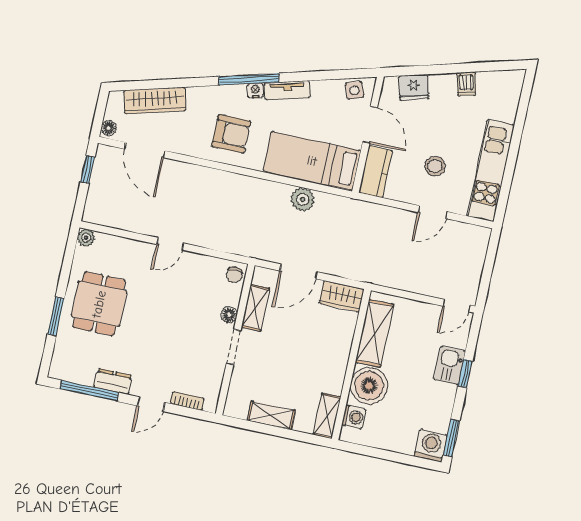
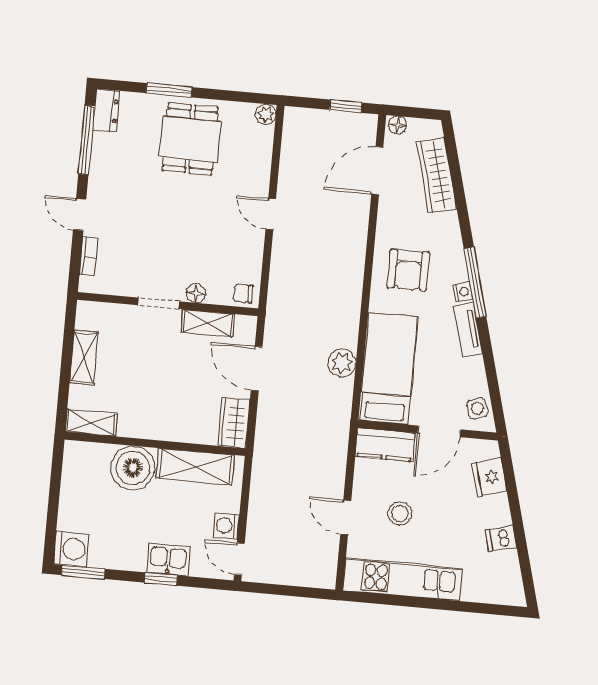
dining table: (99, 304) -> (190, 139), turned 90
dresser: (113, 381) -> (106, 110), moved
washing machine: (354, 417) -> (226, 526), moved, turned 90

